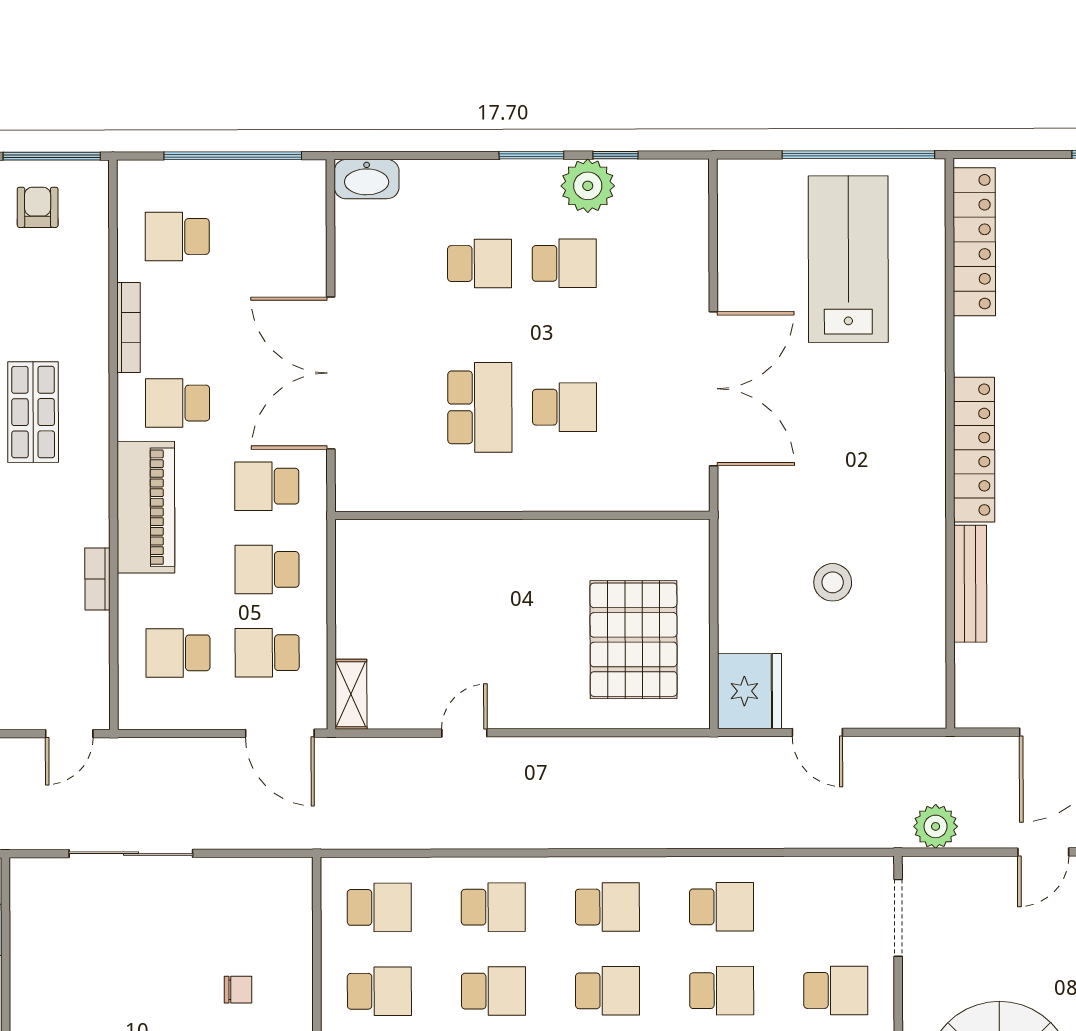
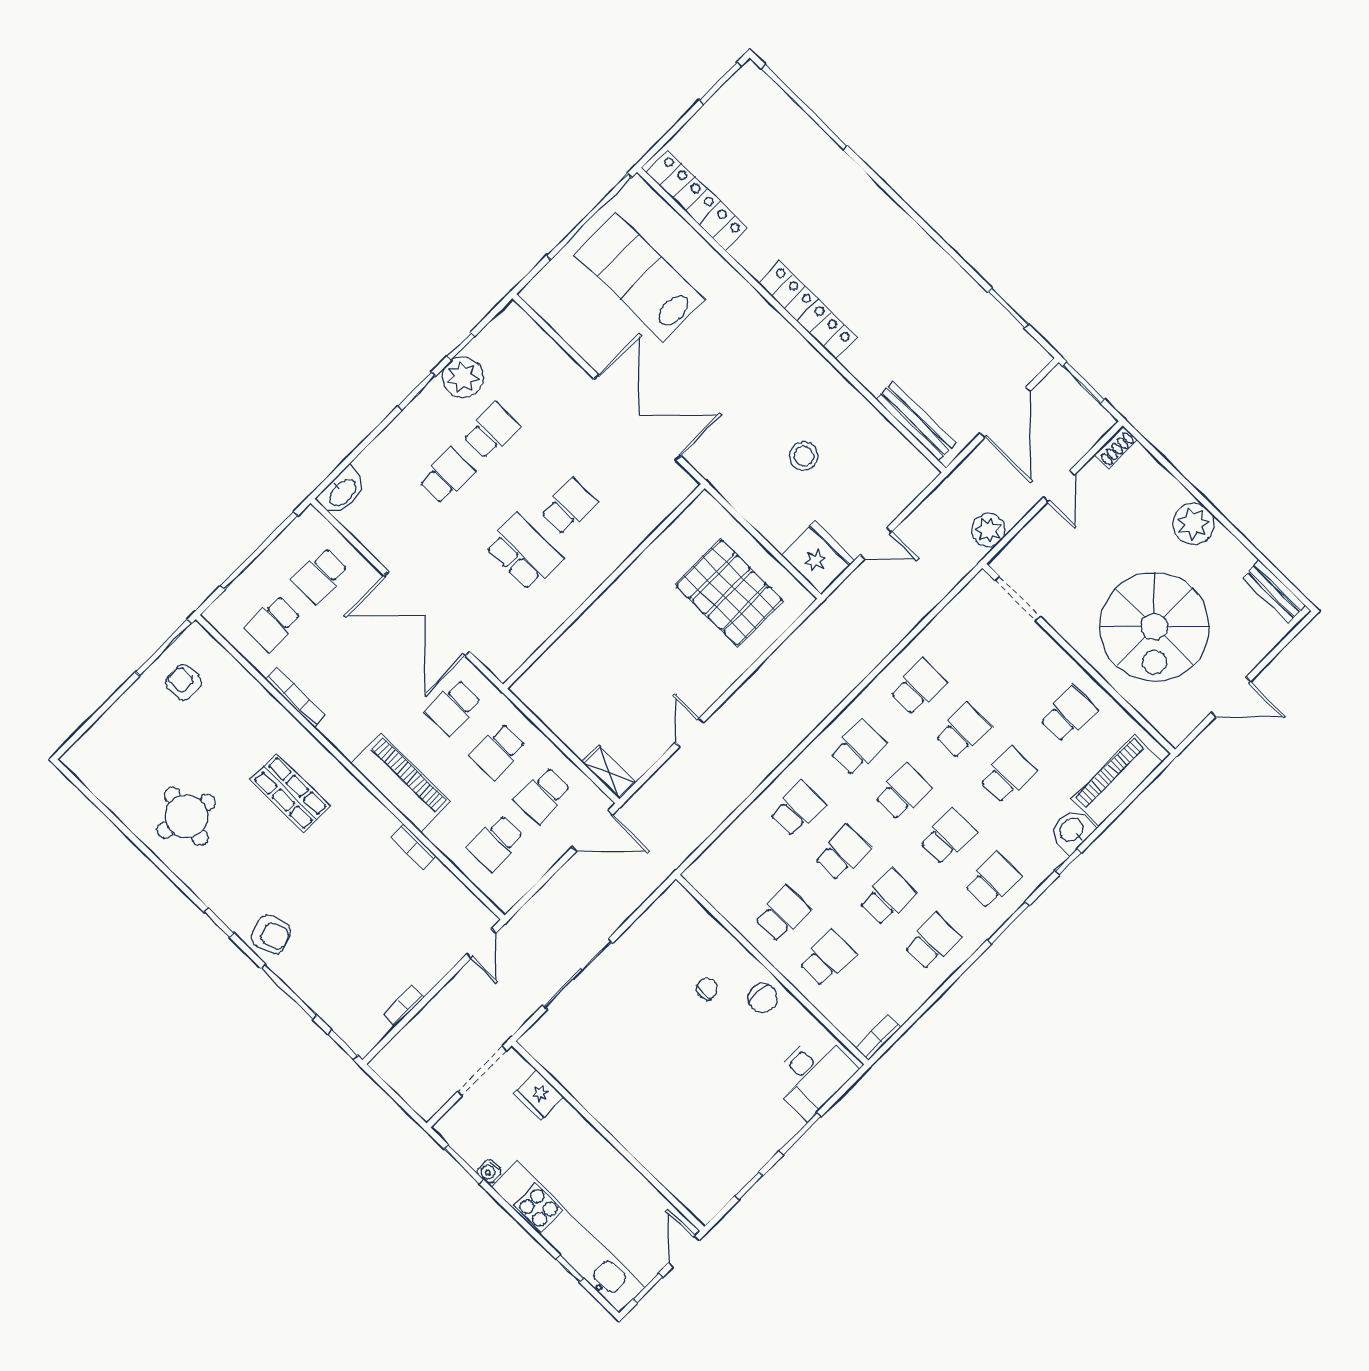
school desk: (178, 403) -> (320, 576), moved
bench: (970, 584) -> (915, 421), moved
school desk: (379, 907) -> (738, 870), removed
school desk: (836, 990) -> (1023, 670), removed

